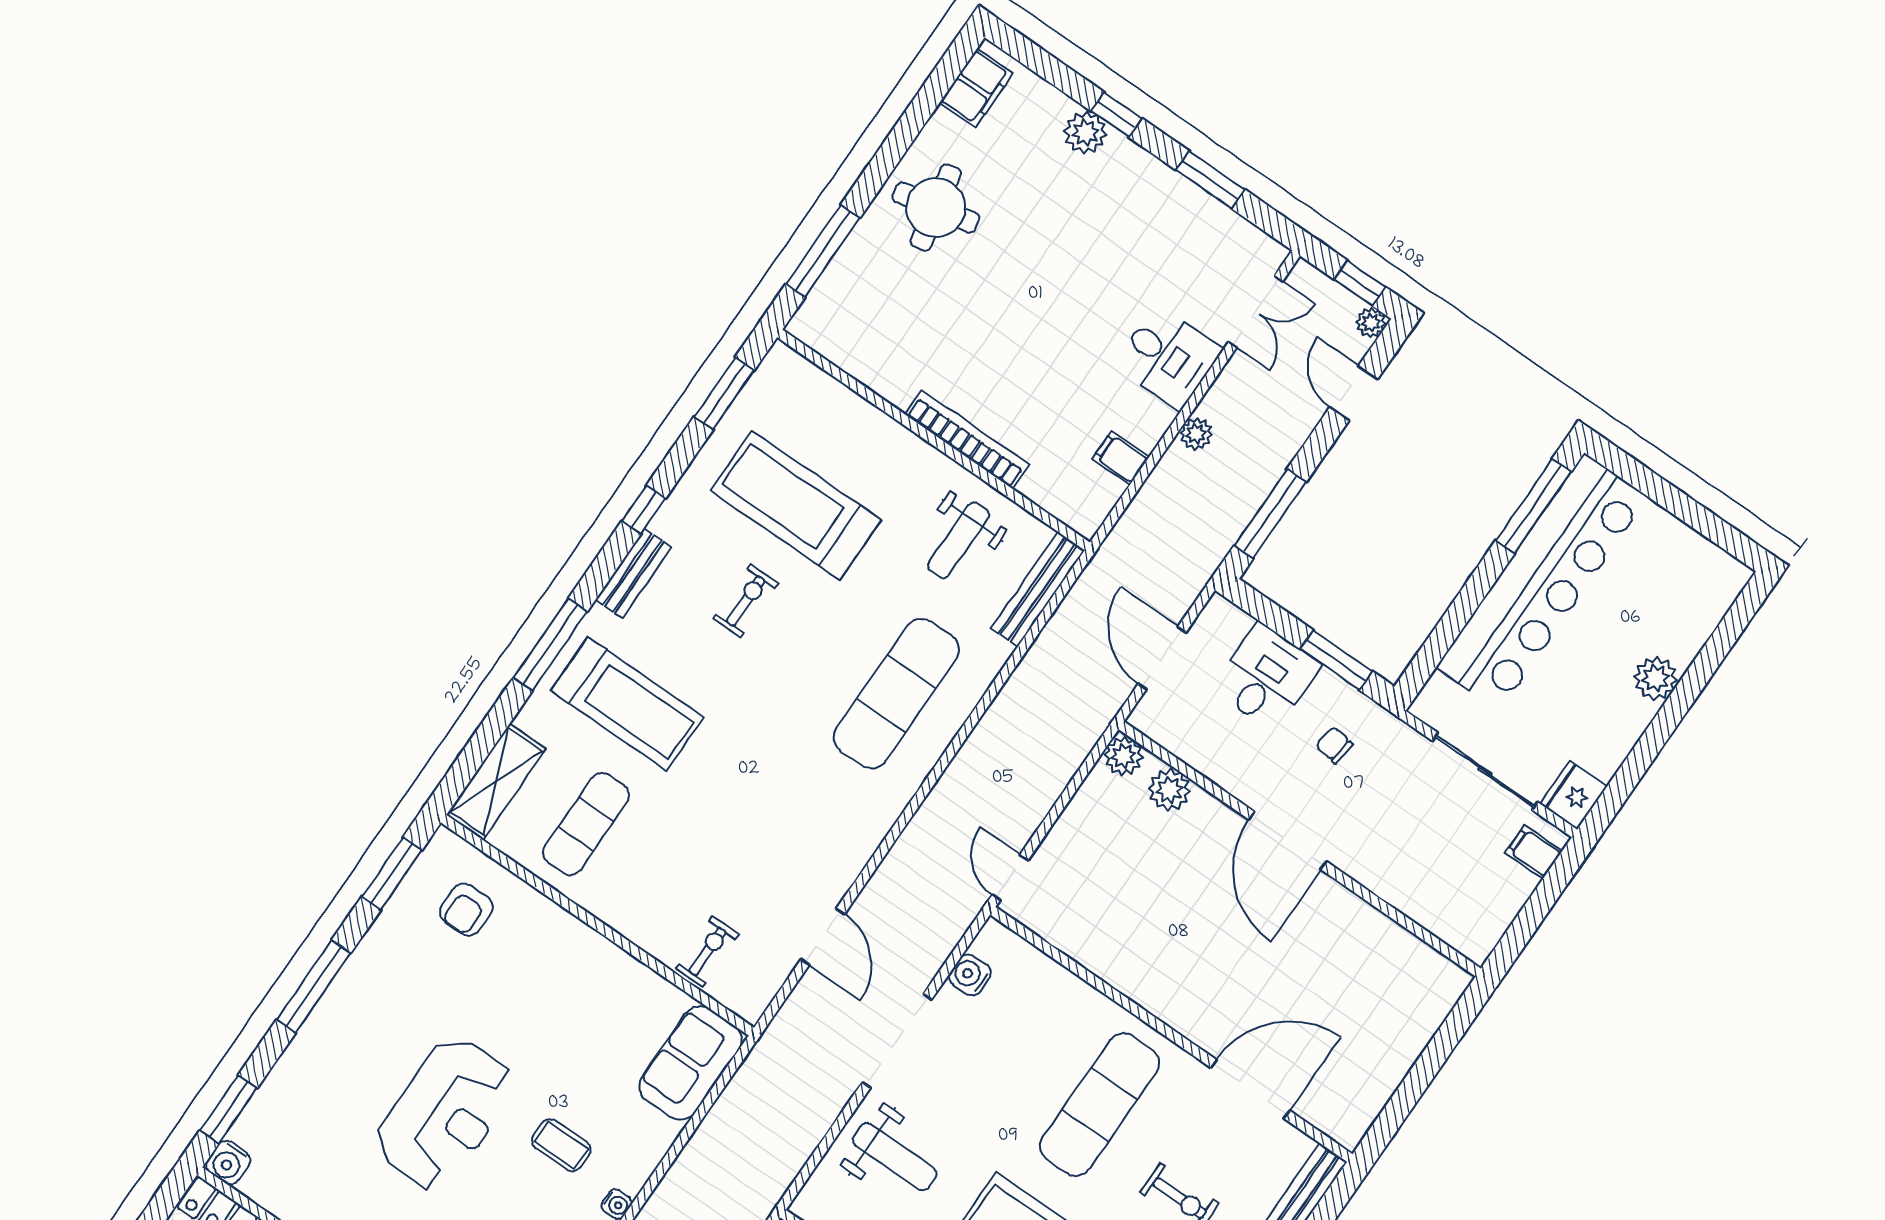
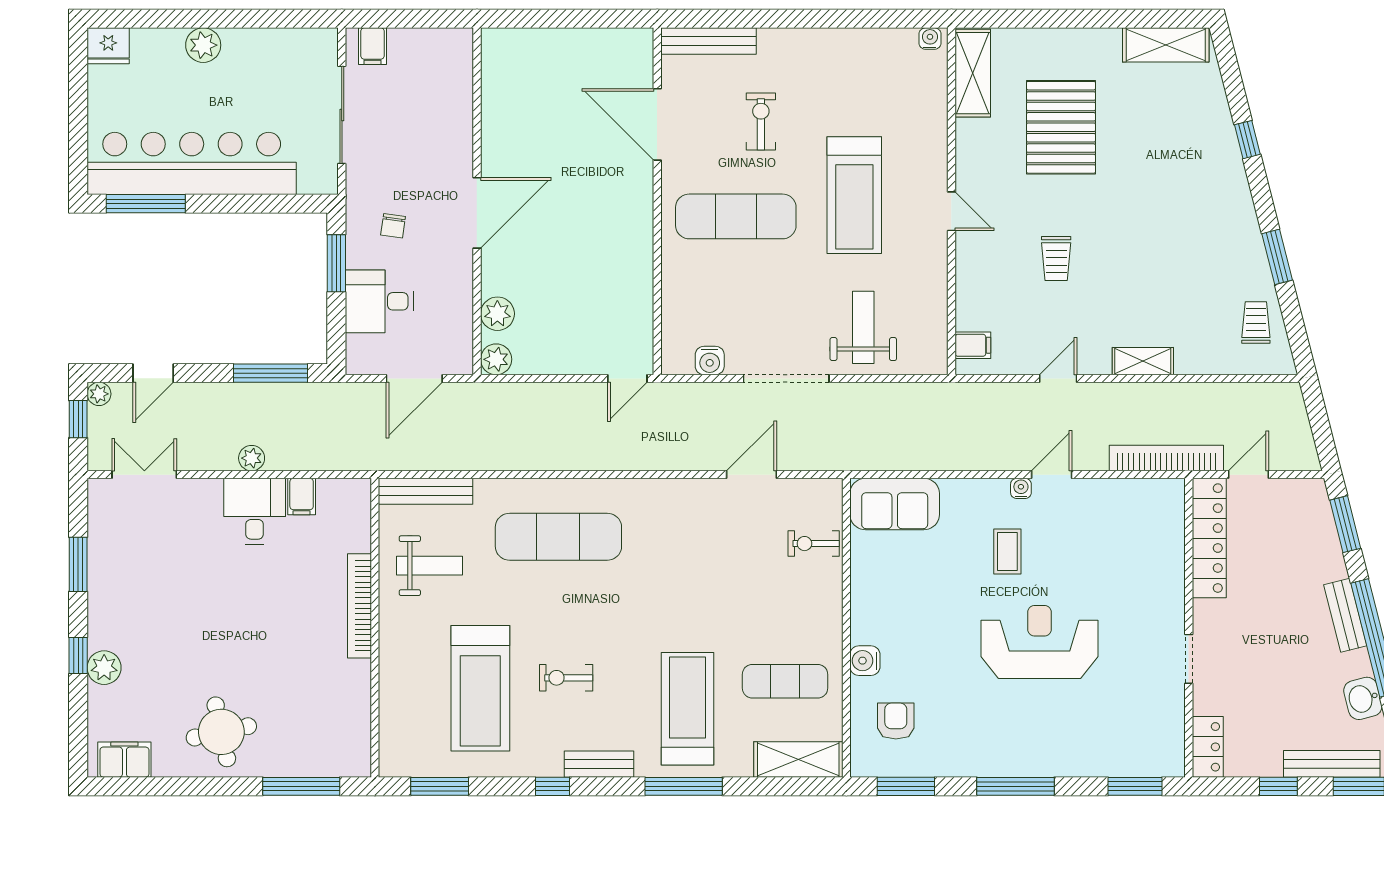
desk: (1168, 357) -> (255, 511), moved
fridge: (1574, 795) -> (108, 46), moved
armchair: (466, 910) -> (896, 721), turned -90
water cooler: (228, 1163) -> (865, 661), moved, turned 180

